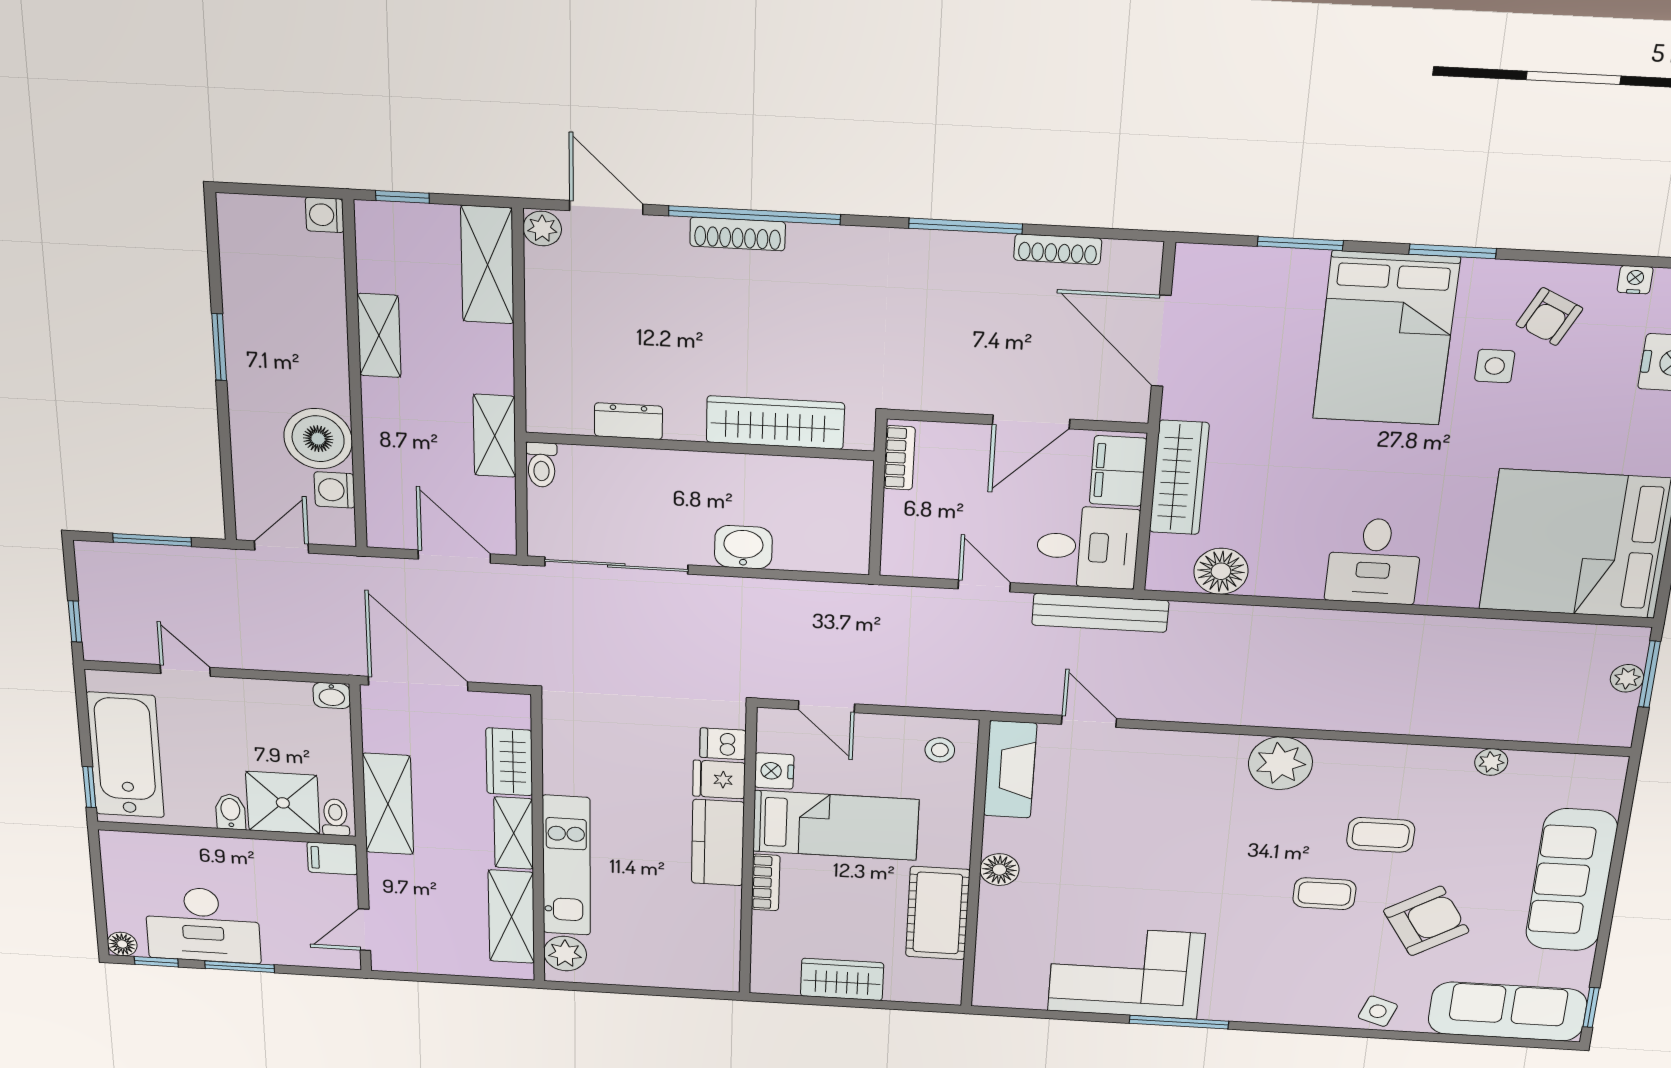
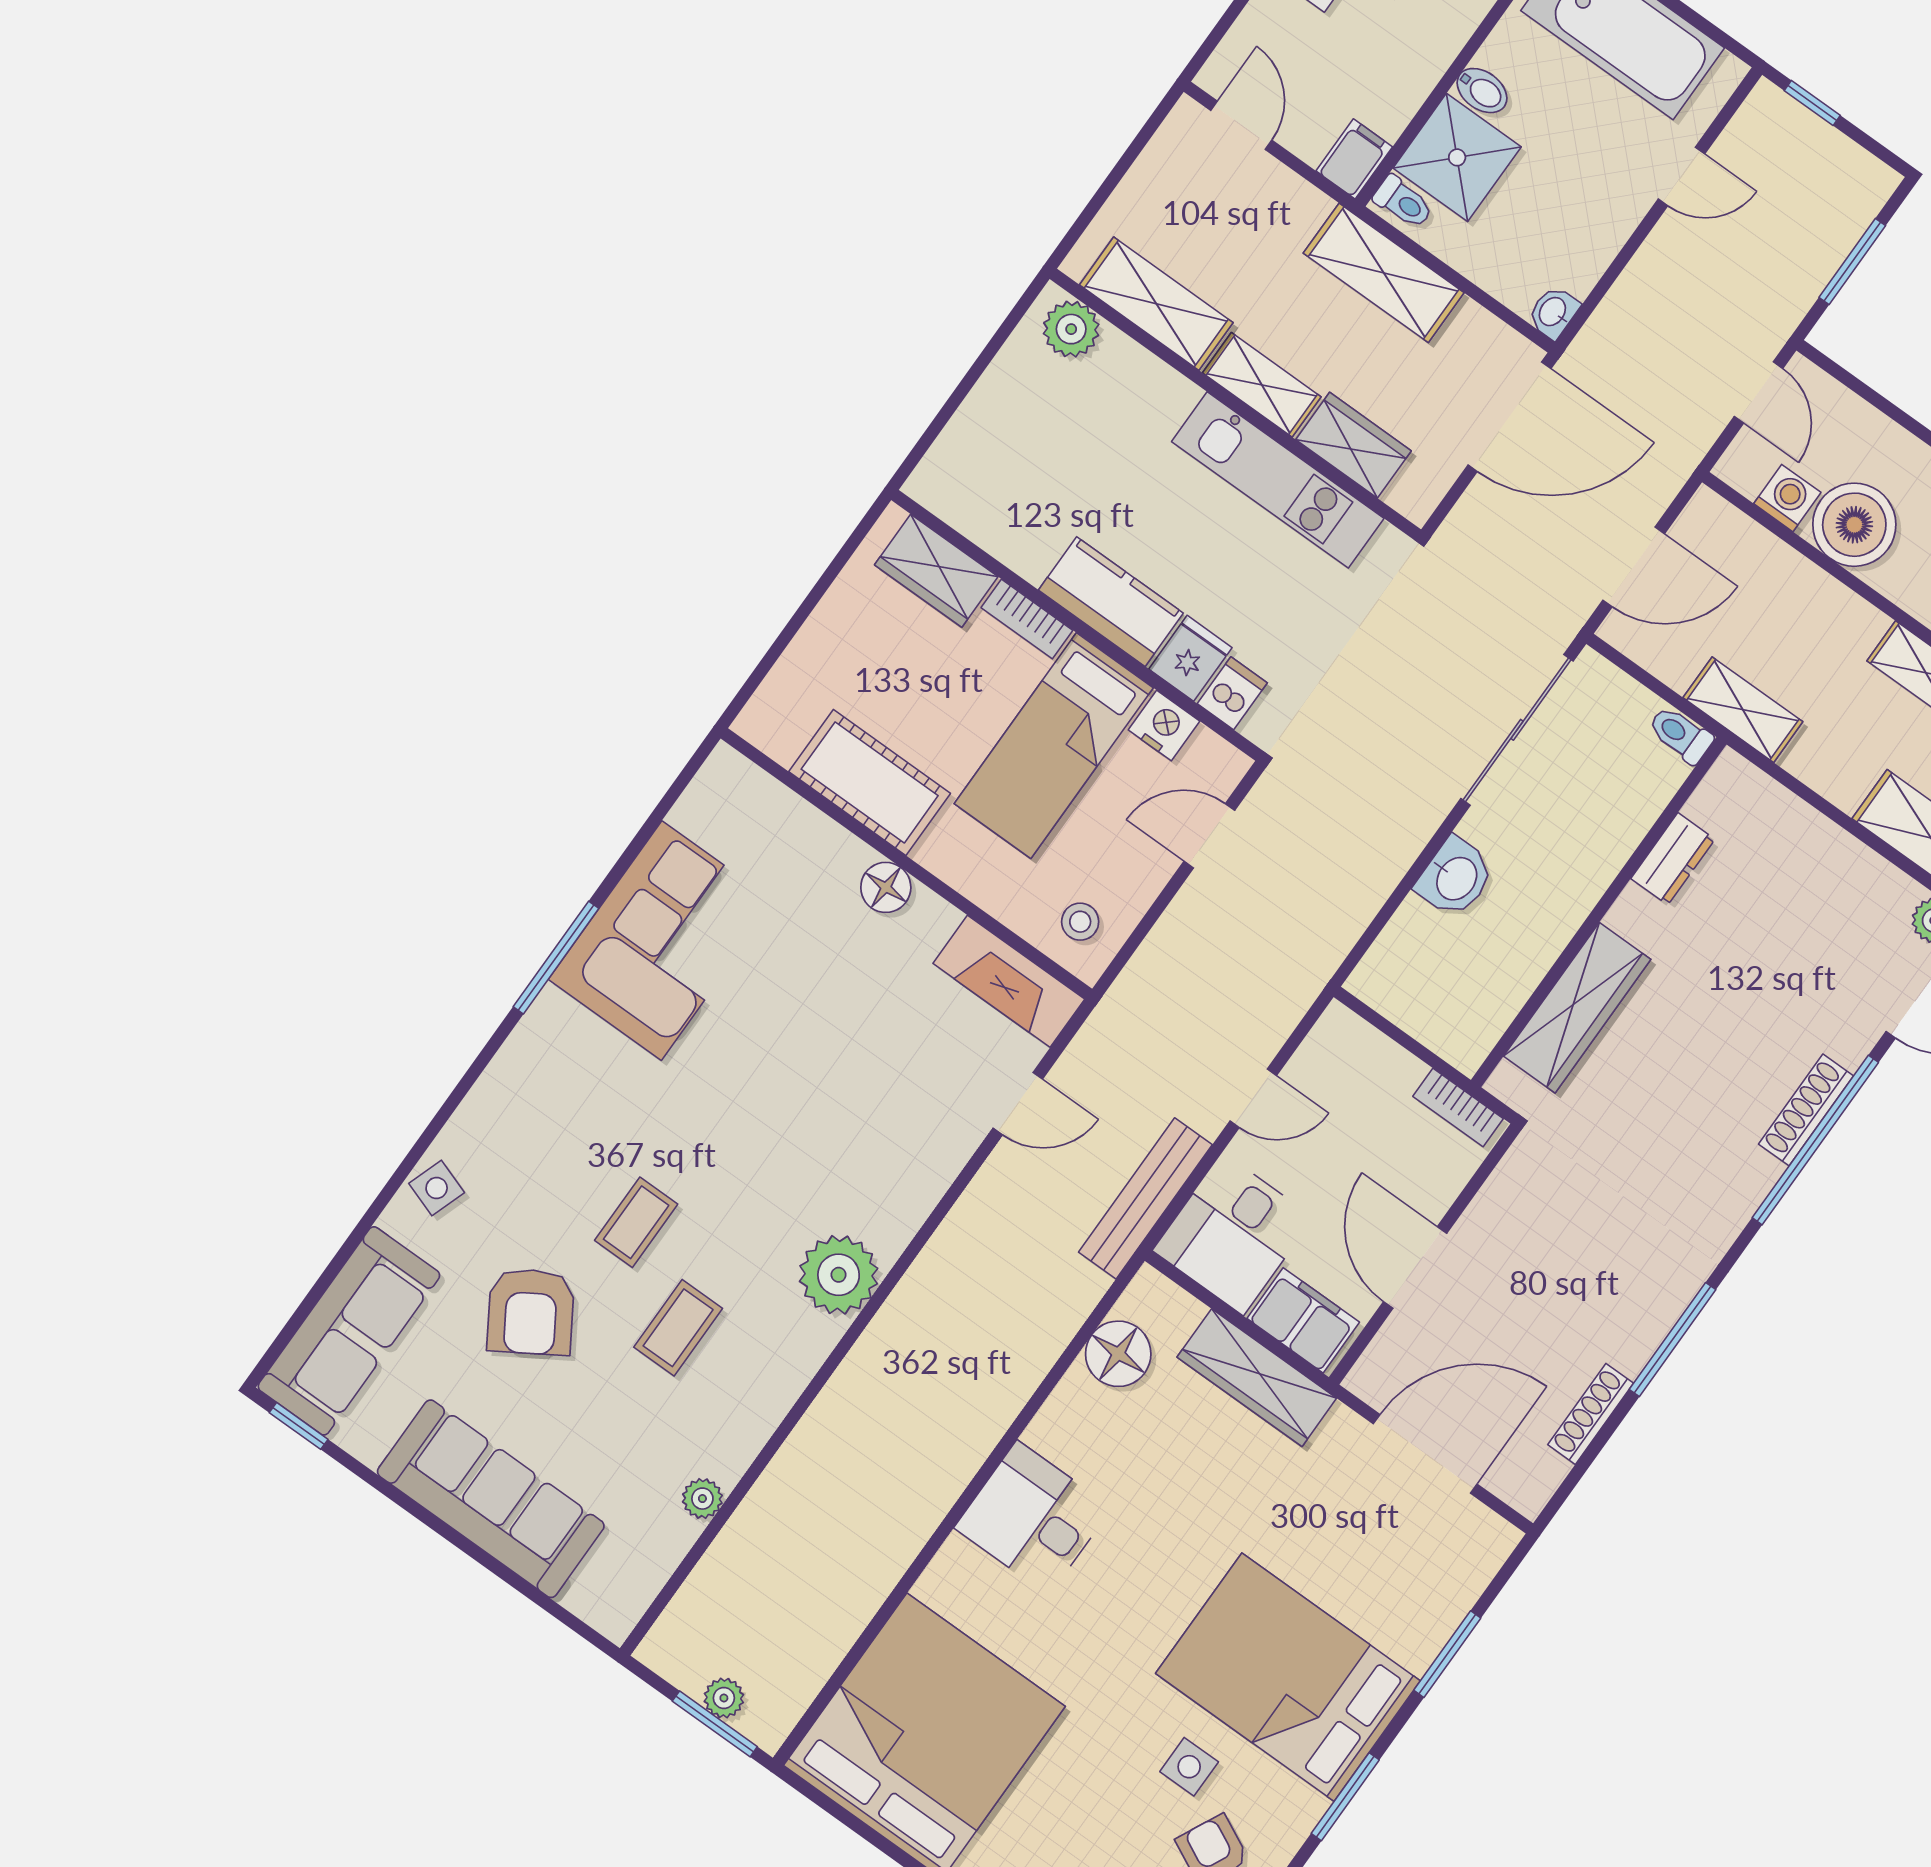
kitchen unit: (566, 866) -> (1278, 480), moved
wardrobe: (842, 979) -> (936, 571), moved, turned 90

